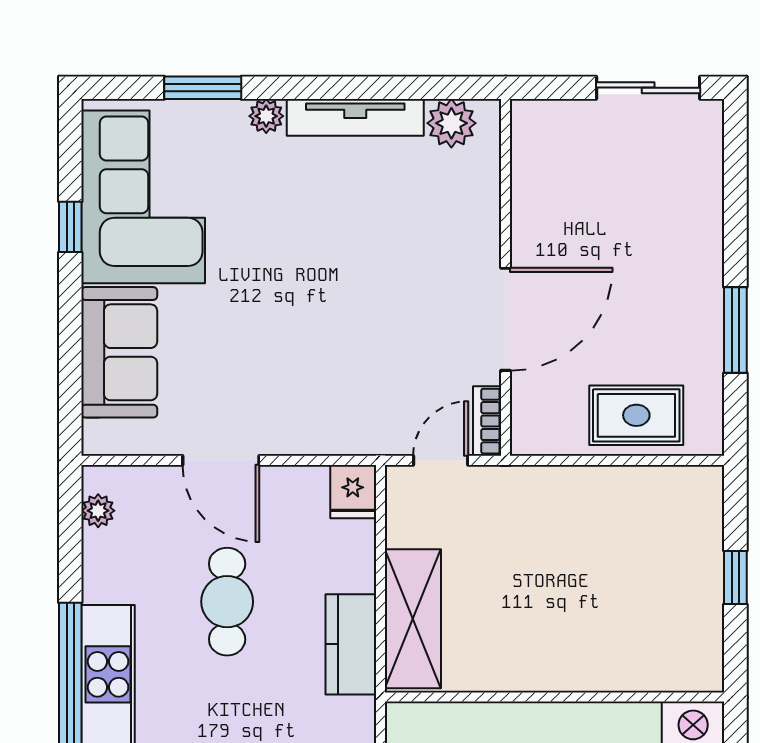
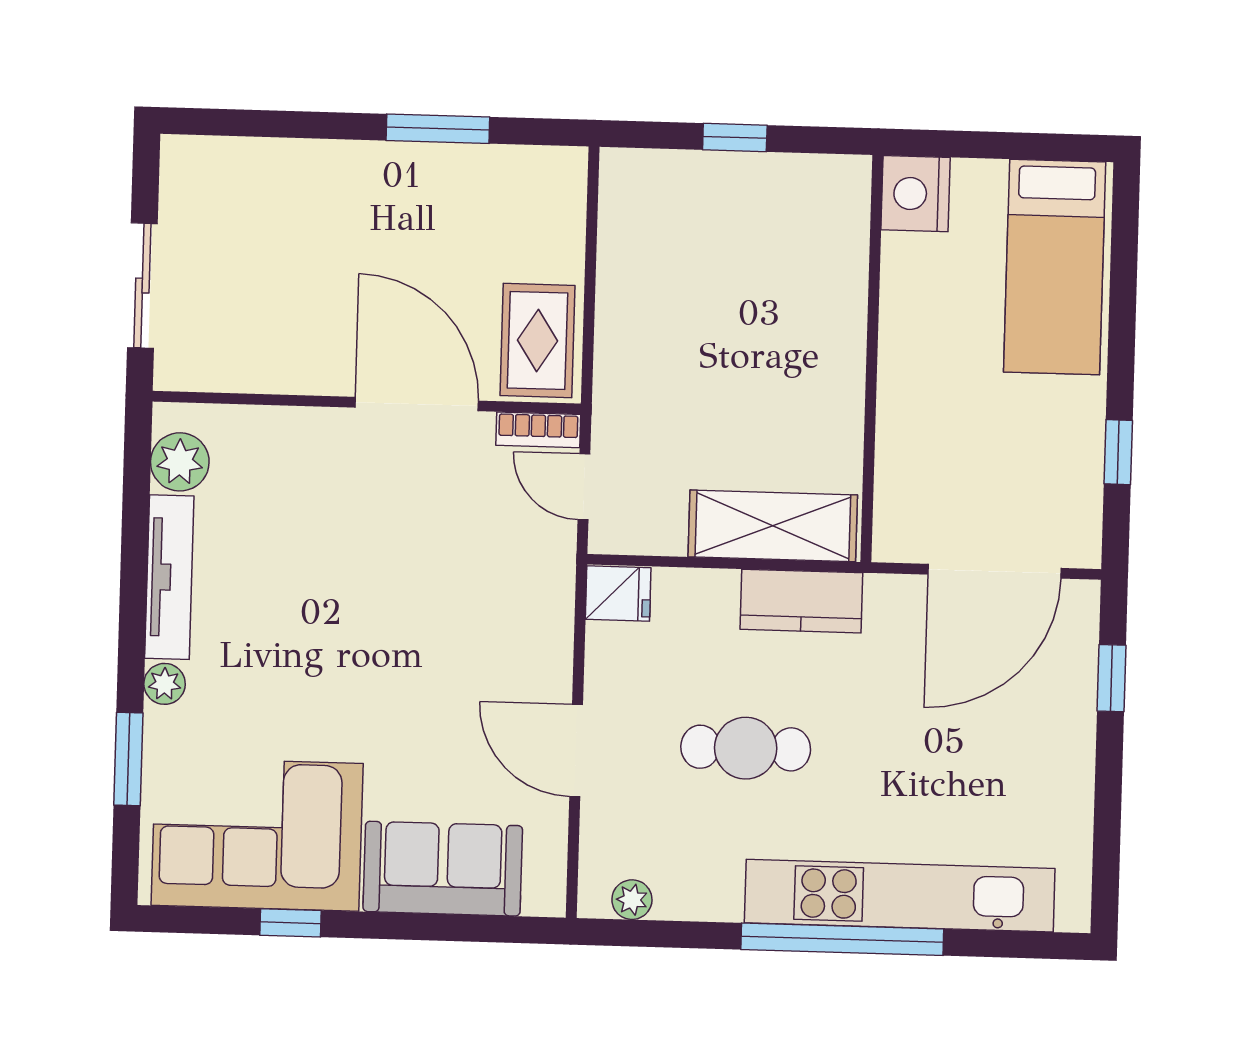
sliding door: (648, 88) -> (142, 286), moved
rug: (636, 415) -> (538, 340), moved
door: (221, 460) -> (576, 751), swing flipped

